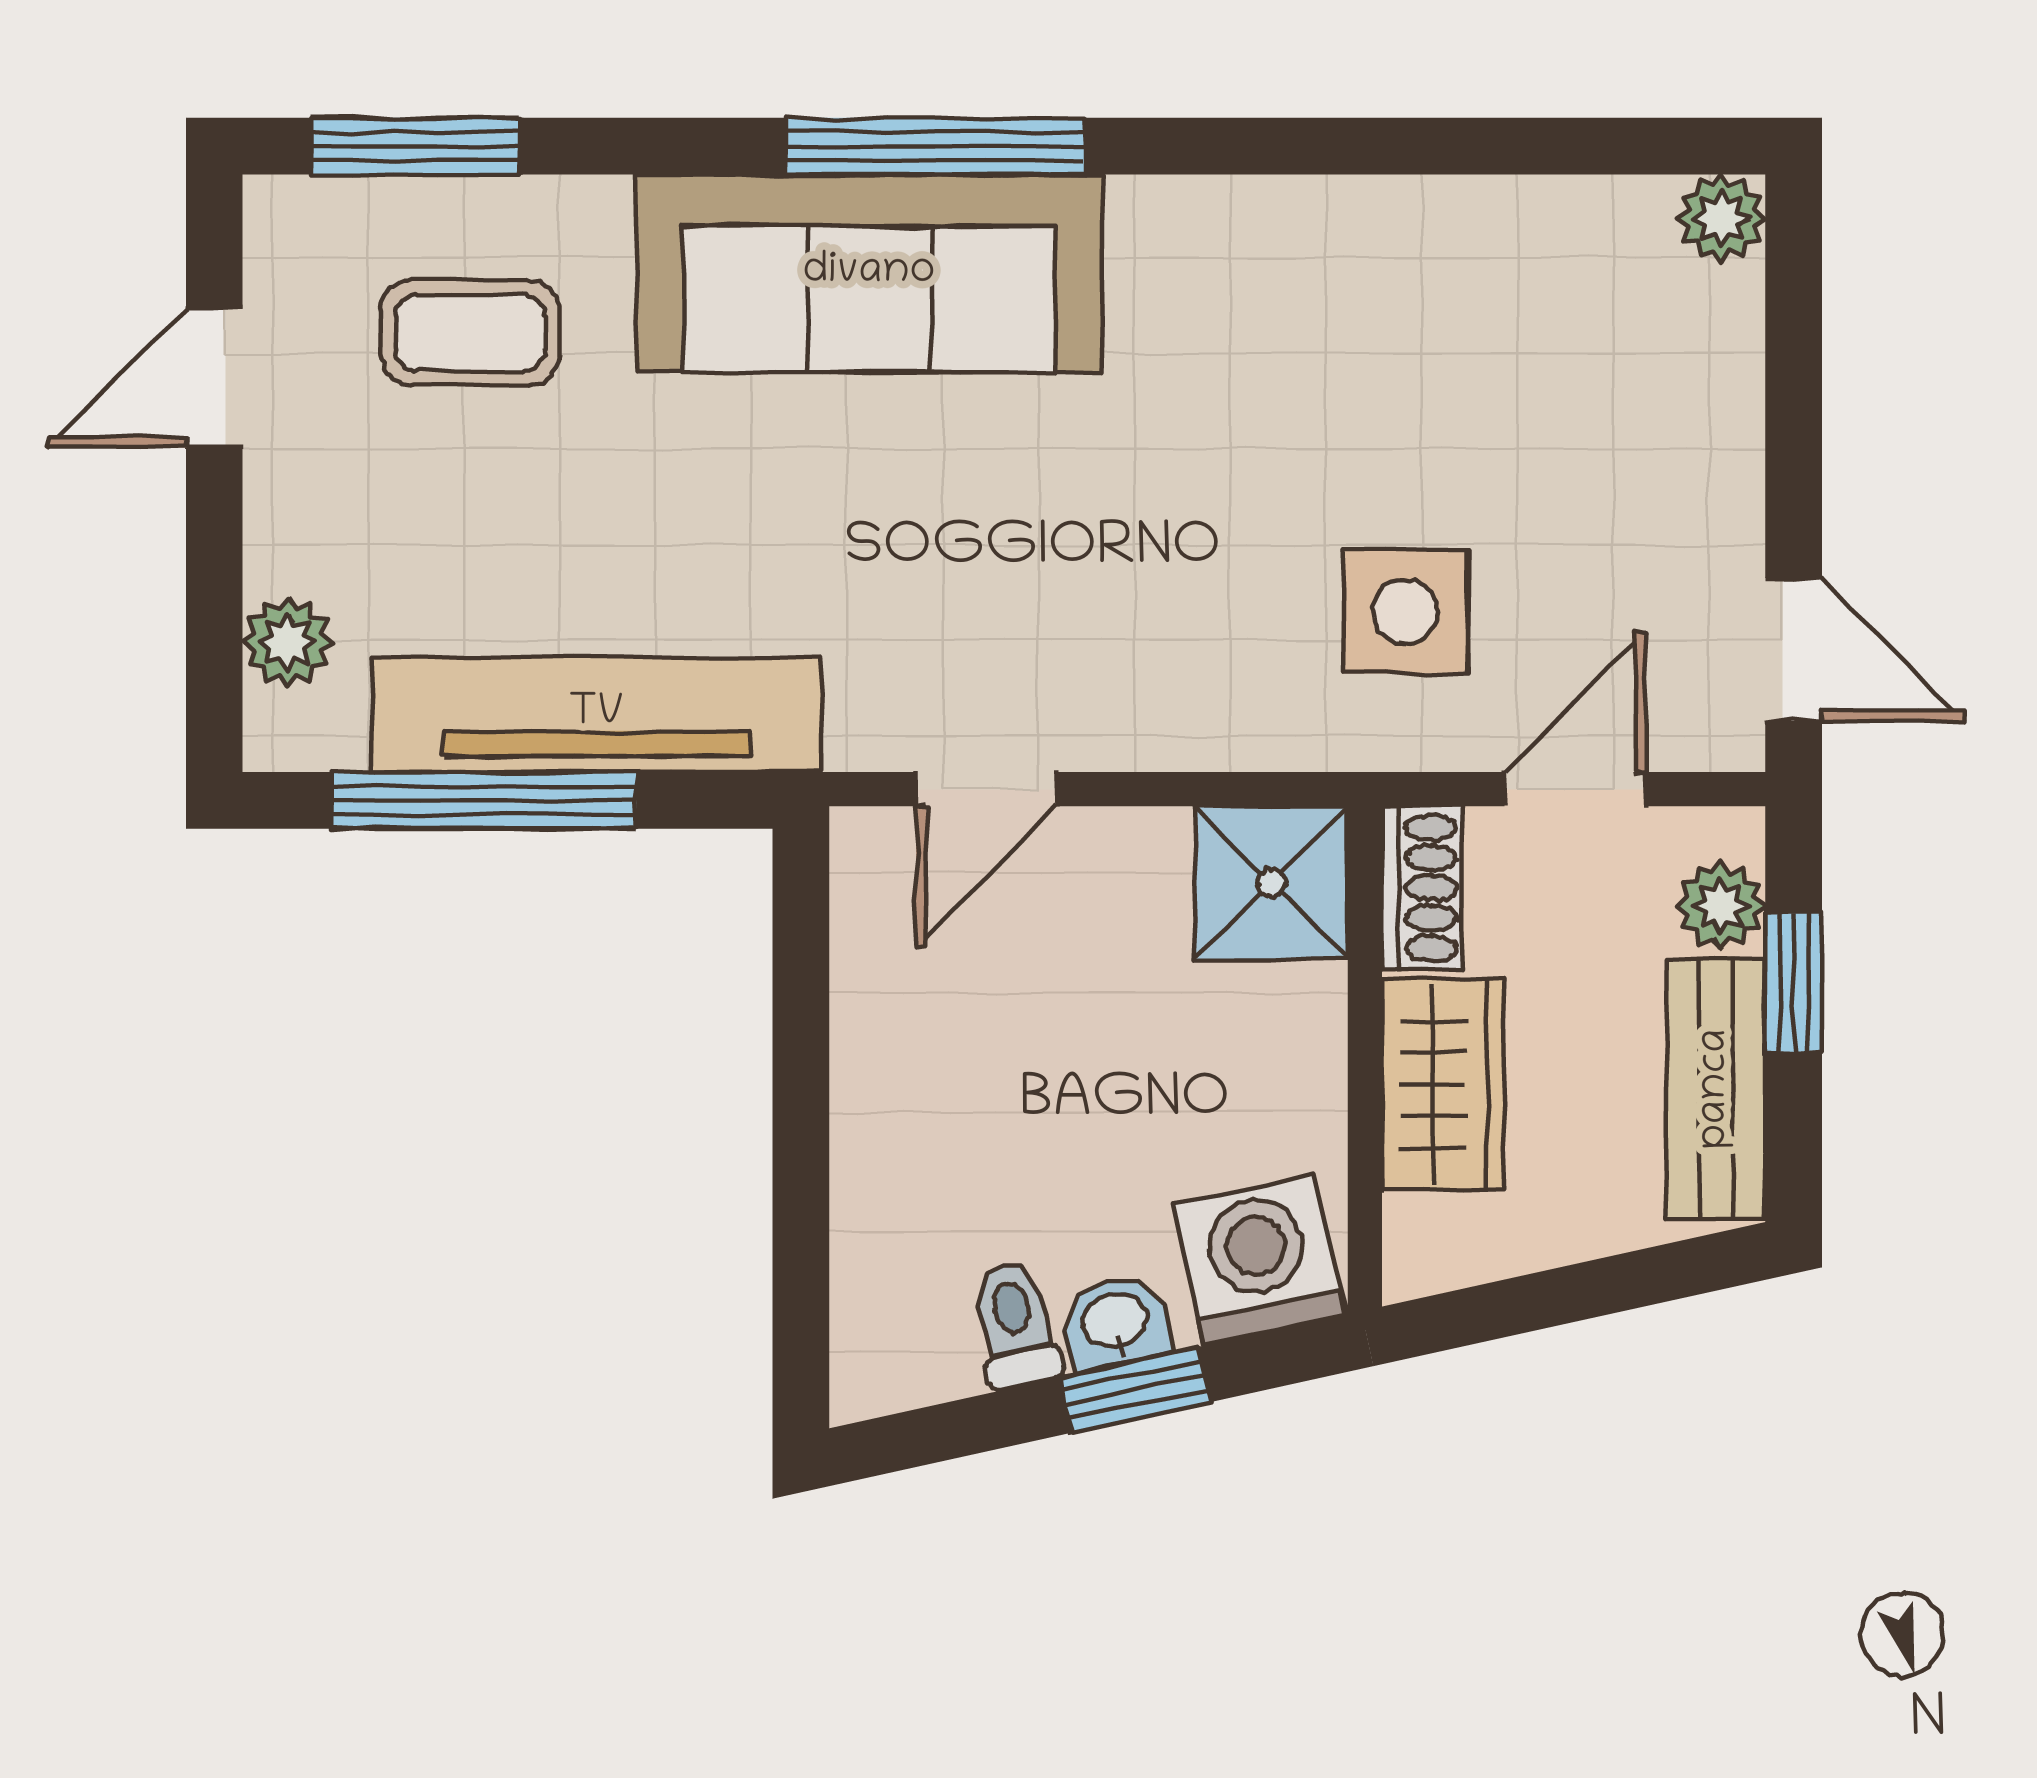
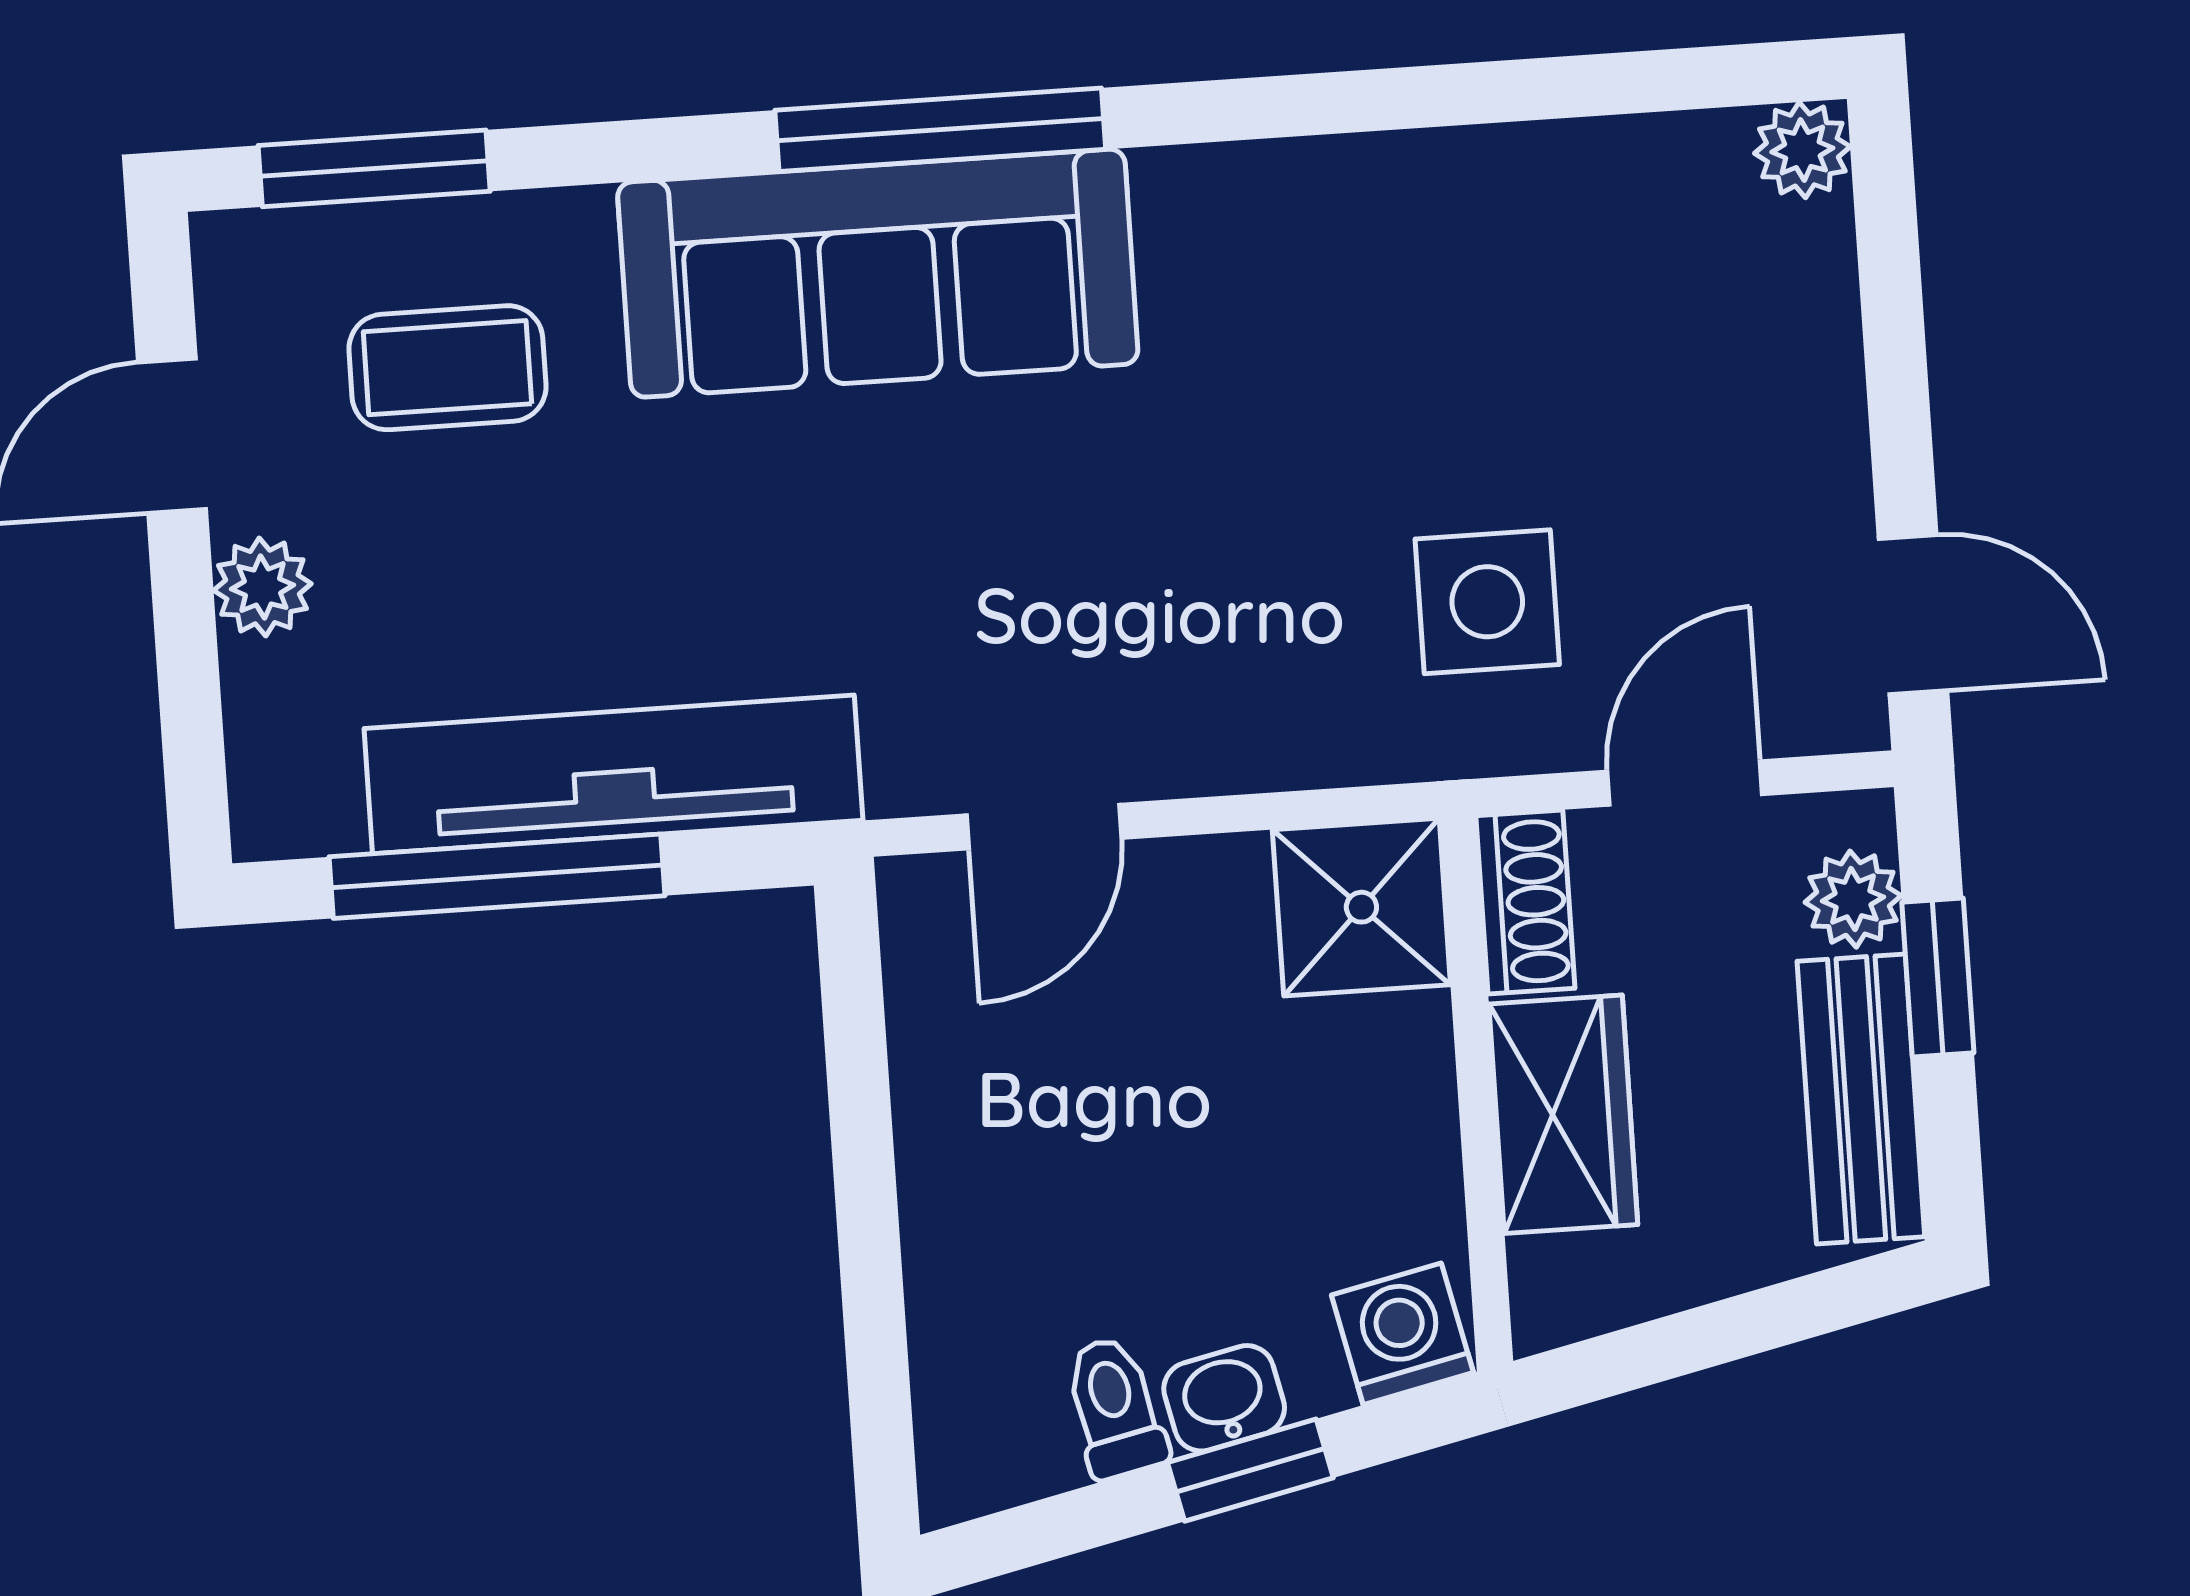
plant: (287, 642) -> (262, 587), moved
washing machine: (1259, 1260) -> (1402, 1334), width x0.73, depth x0.73

